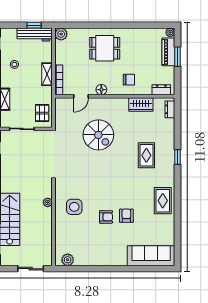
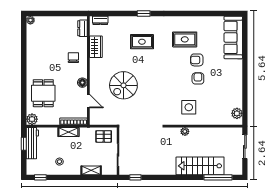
dining table: (105, 48) -> (43, 93), moved
piano: (168, 52) -> (48, 22), removed
window: (178, 57) -> (52, 13), removed
spiral stairs: (98, 135) -> (123, 85), turned 180
rug: (163, 201) -> (185, 39), moved

